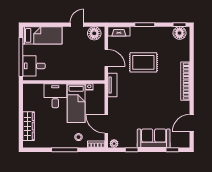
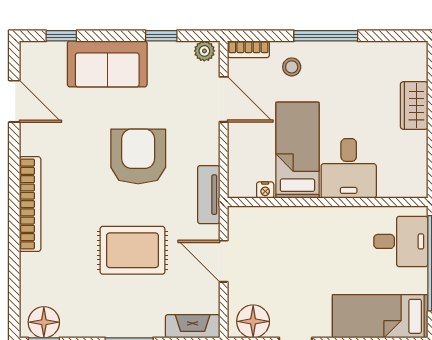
armchair: (141, 101) -> (138, 156), added
door: (192, 123) -> (14, 101), hinge flipped
wardrobe: (29, 126) -> (414, 106), width x0.67

